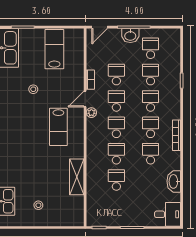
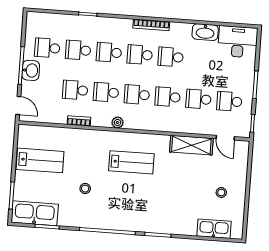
lab bench: (54, 49) -> (40, 160), turned 180
door: (85, 99) -> (225, 138), moved
school desk: (116, 206) -> (229, 101), added
desk: (168, 214) -> (238, 42), width x1.37

